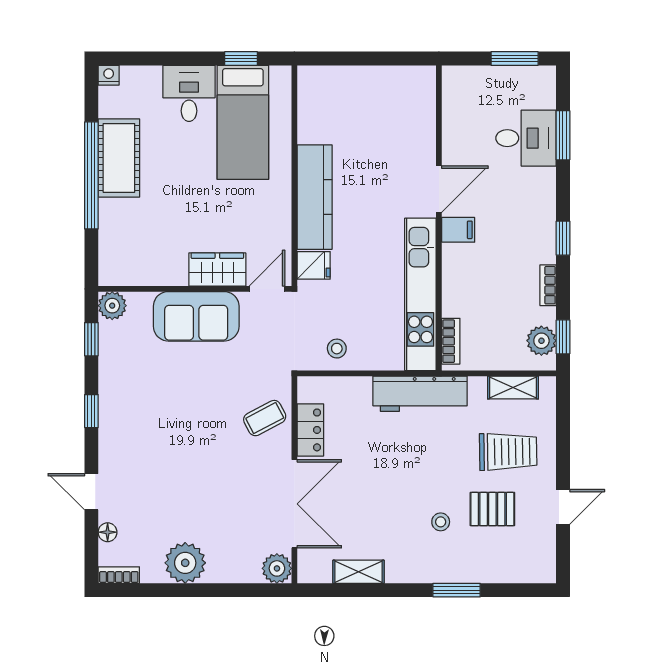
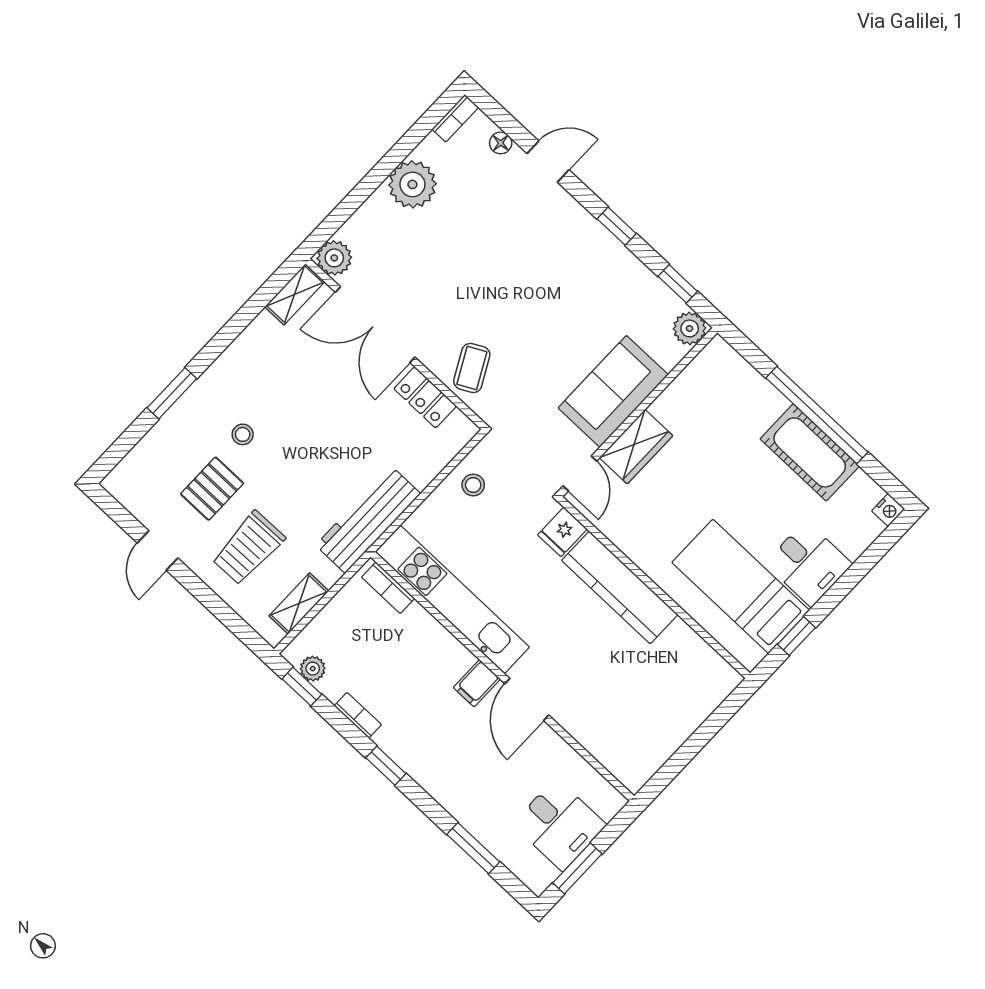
desk: (526, 138) -> (559, 825), moved, turned -90
plant: (541, 341) -> (313, 669), width x0.73, depth x0.73
shelving: (359, 572) -> (295, 294), moved

